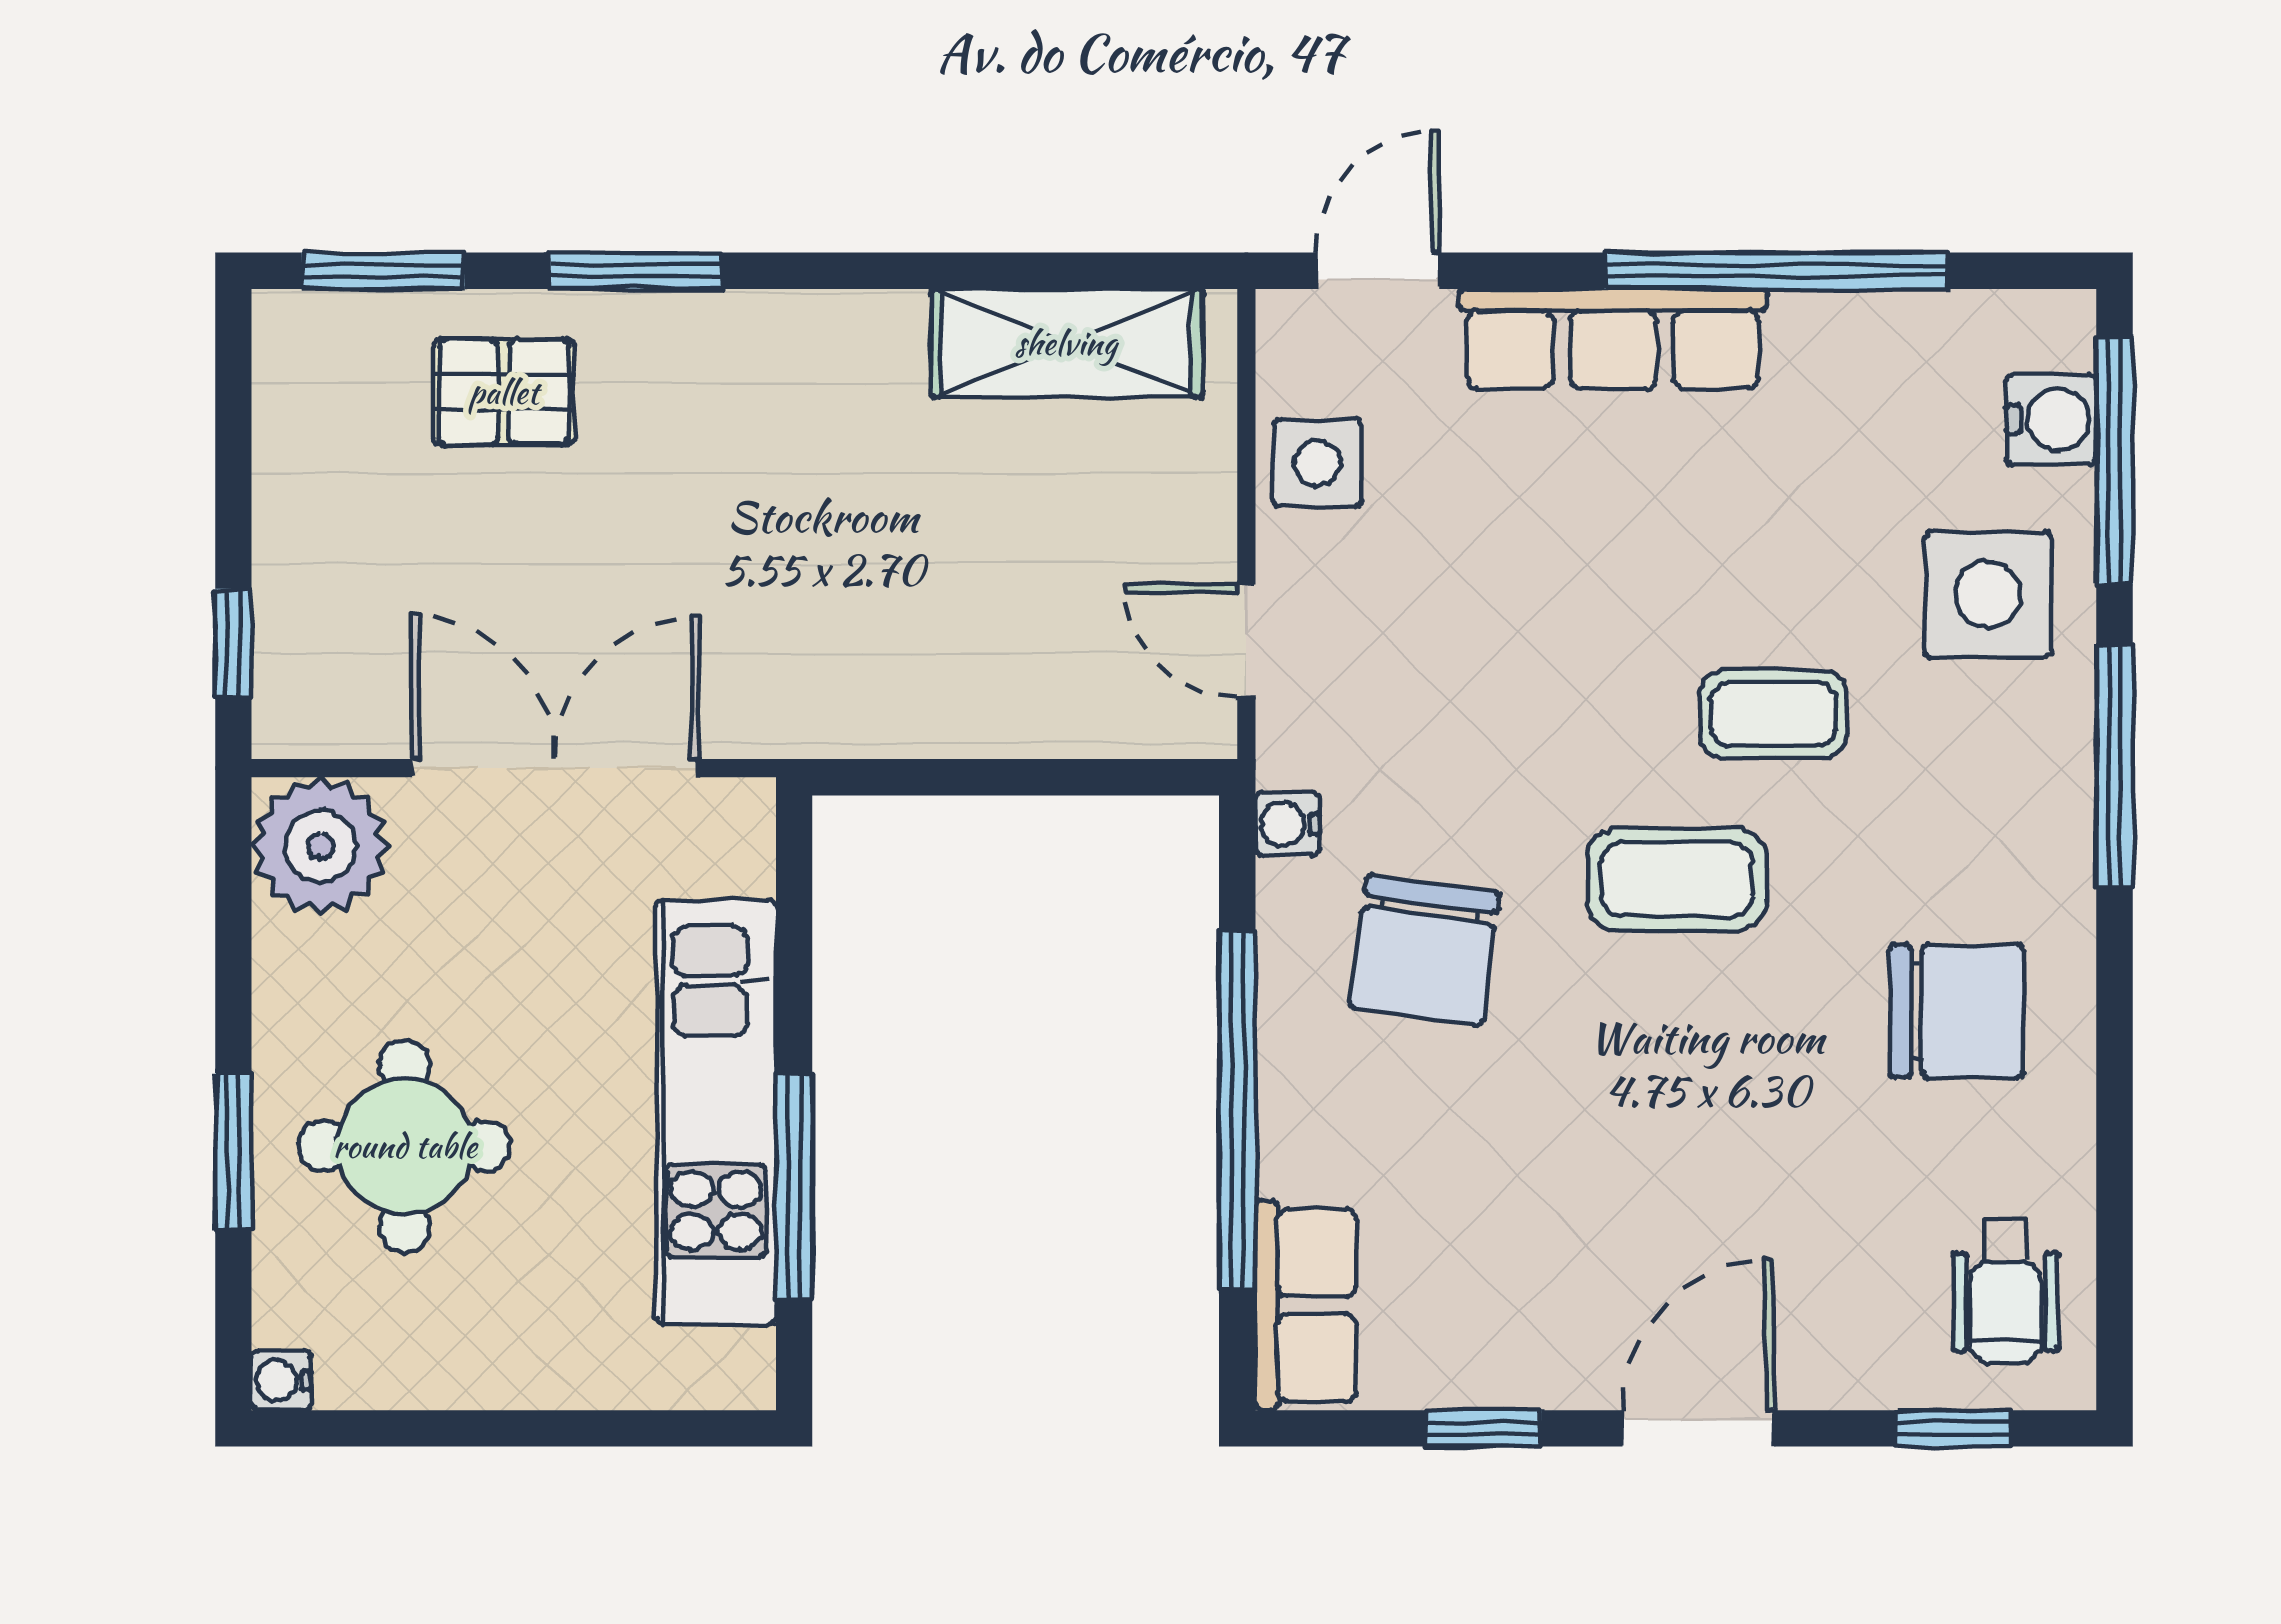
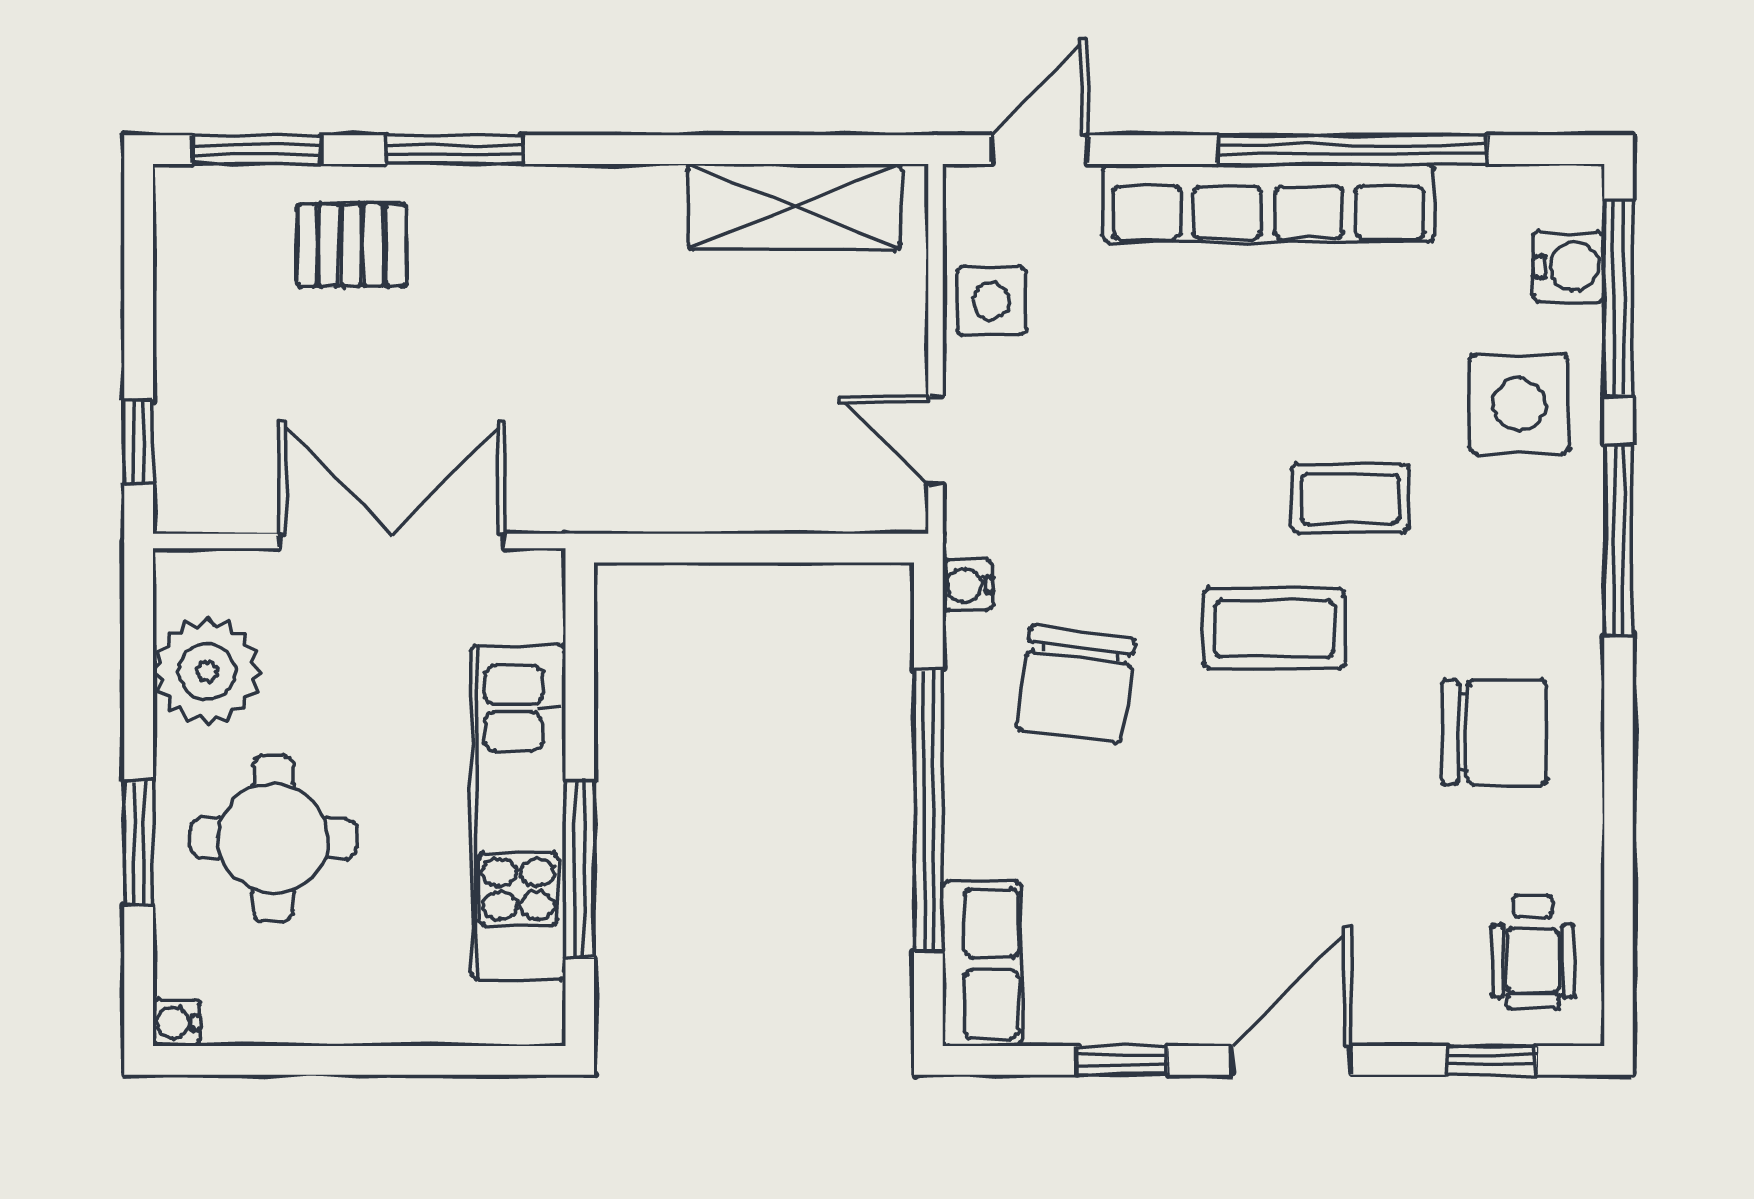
row of seats: (1613, 339) -> (1268, 203), width x1.36
plant: (320, 846) -> (207, 671), moved

